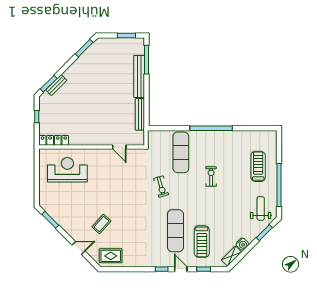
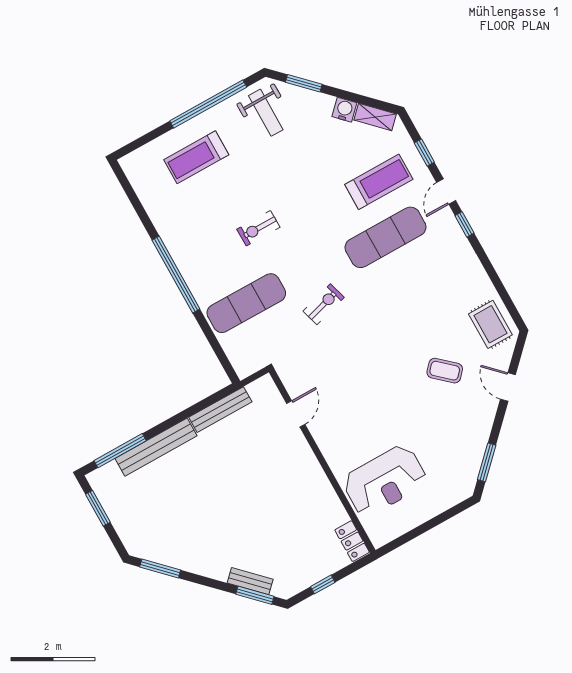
locker: (54, 140) -> (352, 541), width x0.66
reception desk: (67, 170) -> (385, 481), turned -90
weight bench: (261, 208) -> (266, 113), turned -90

